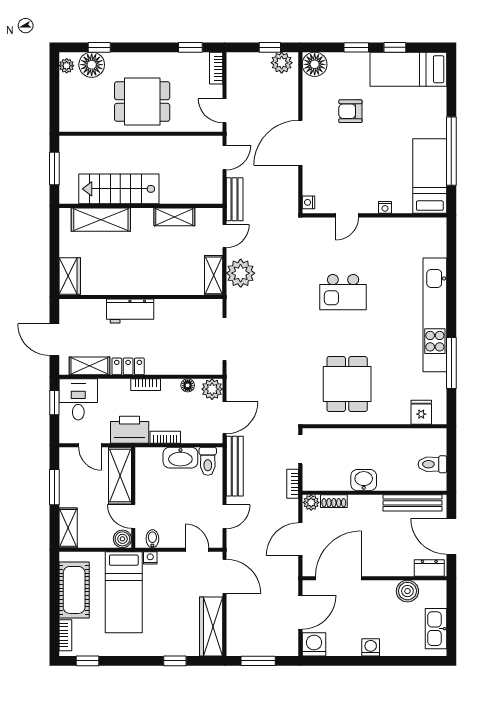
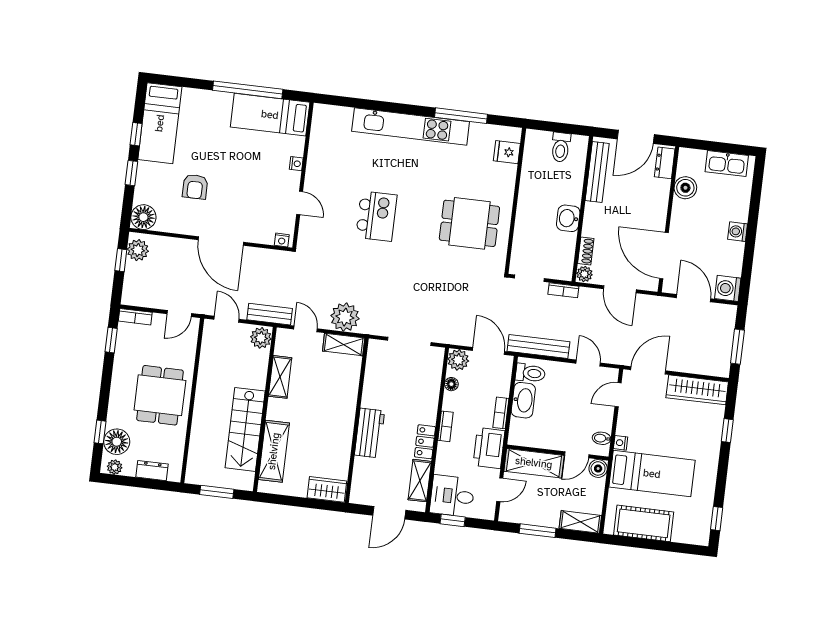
dresser: (68, 103) -> (152, 471), added
plant: (210, 194) -> (261, 338), added
bookcase: (65, 635) -> (688, 538), removed

